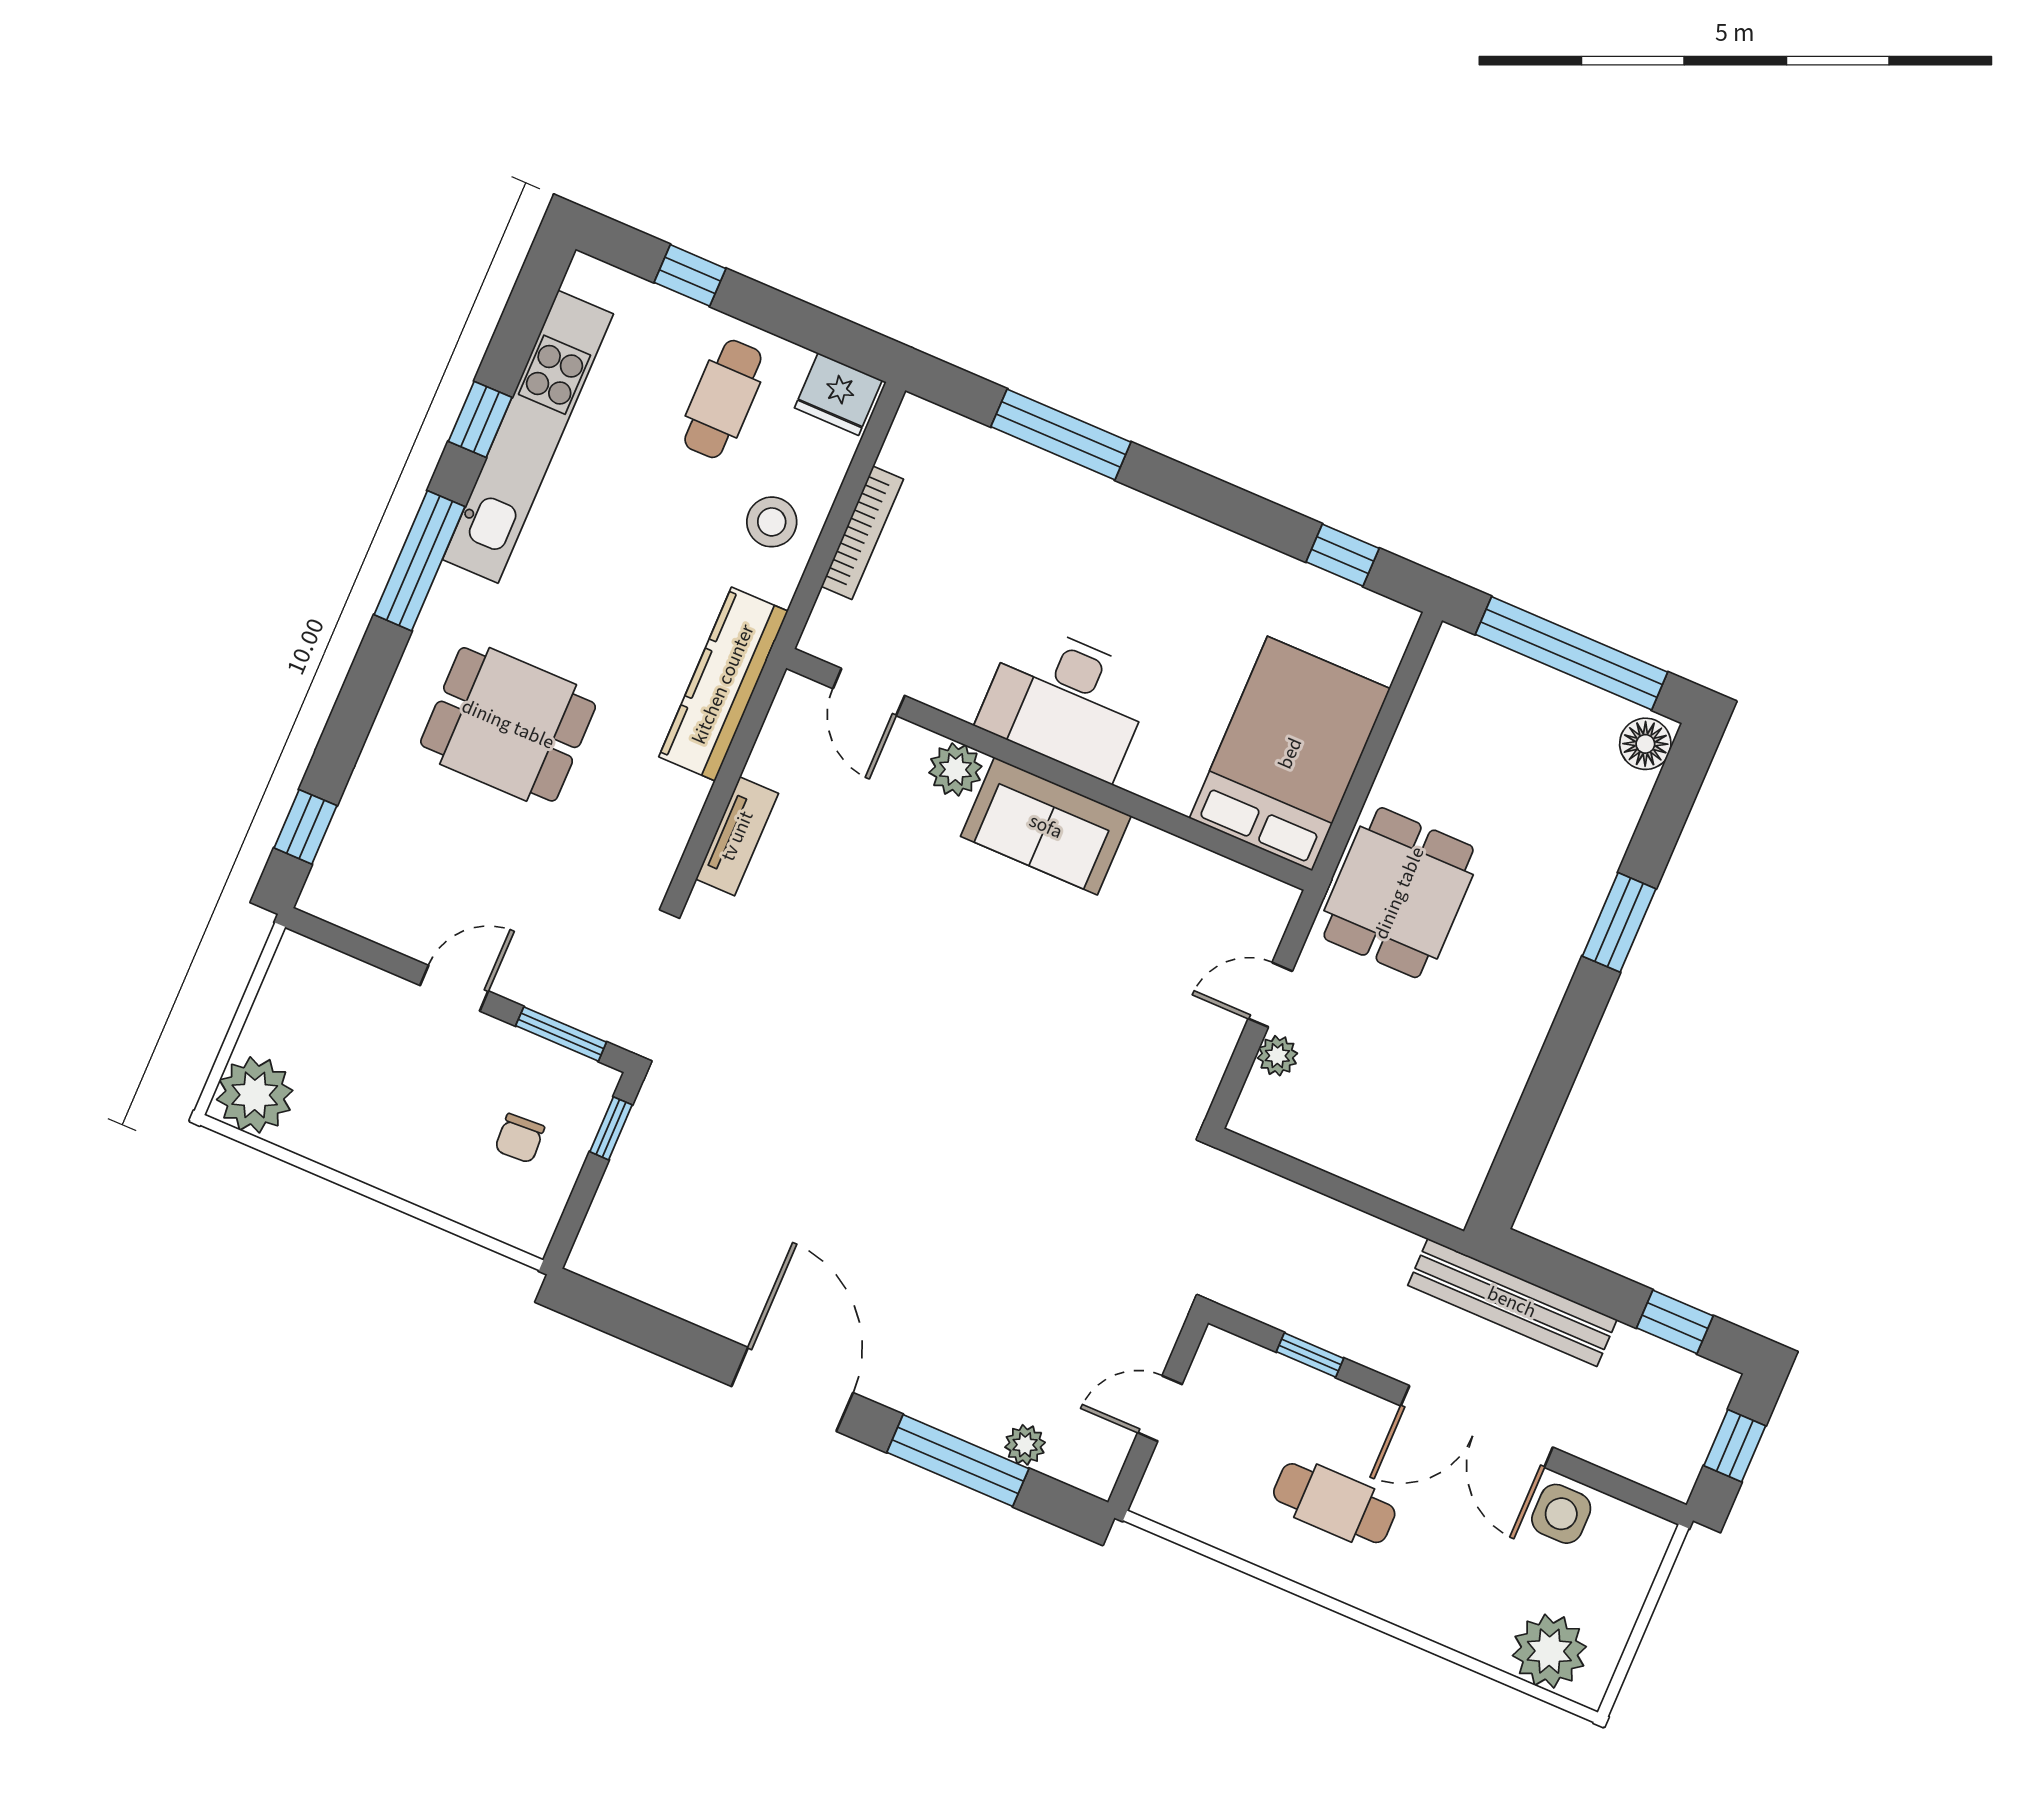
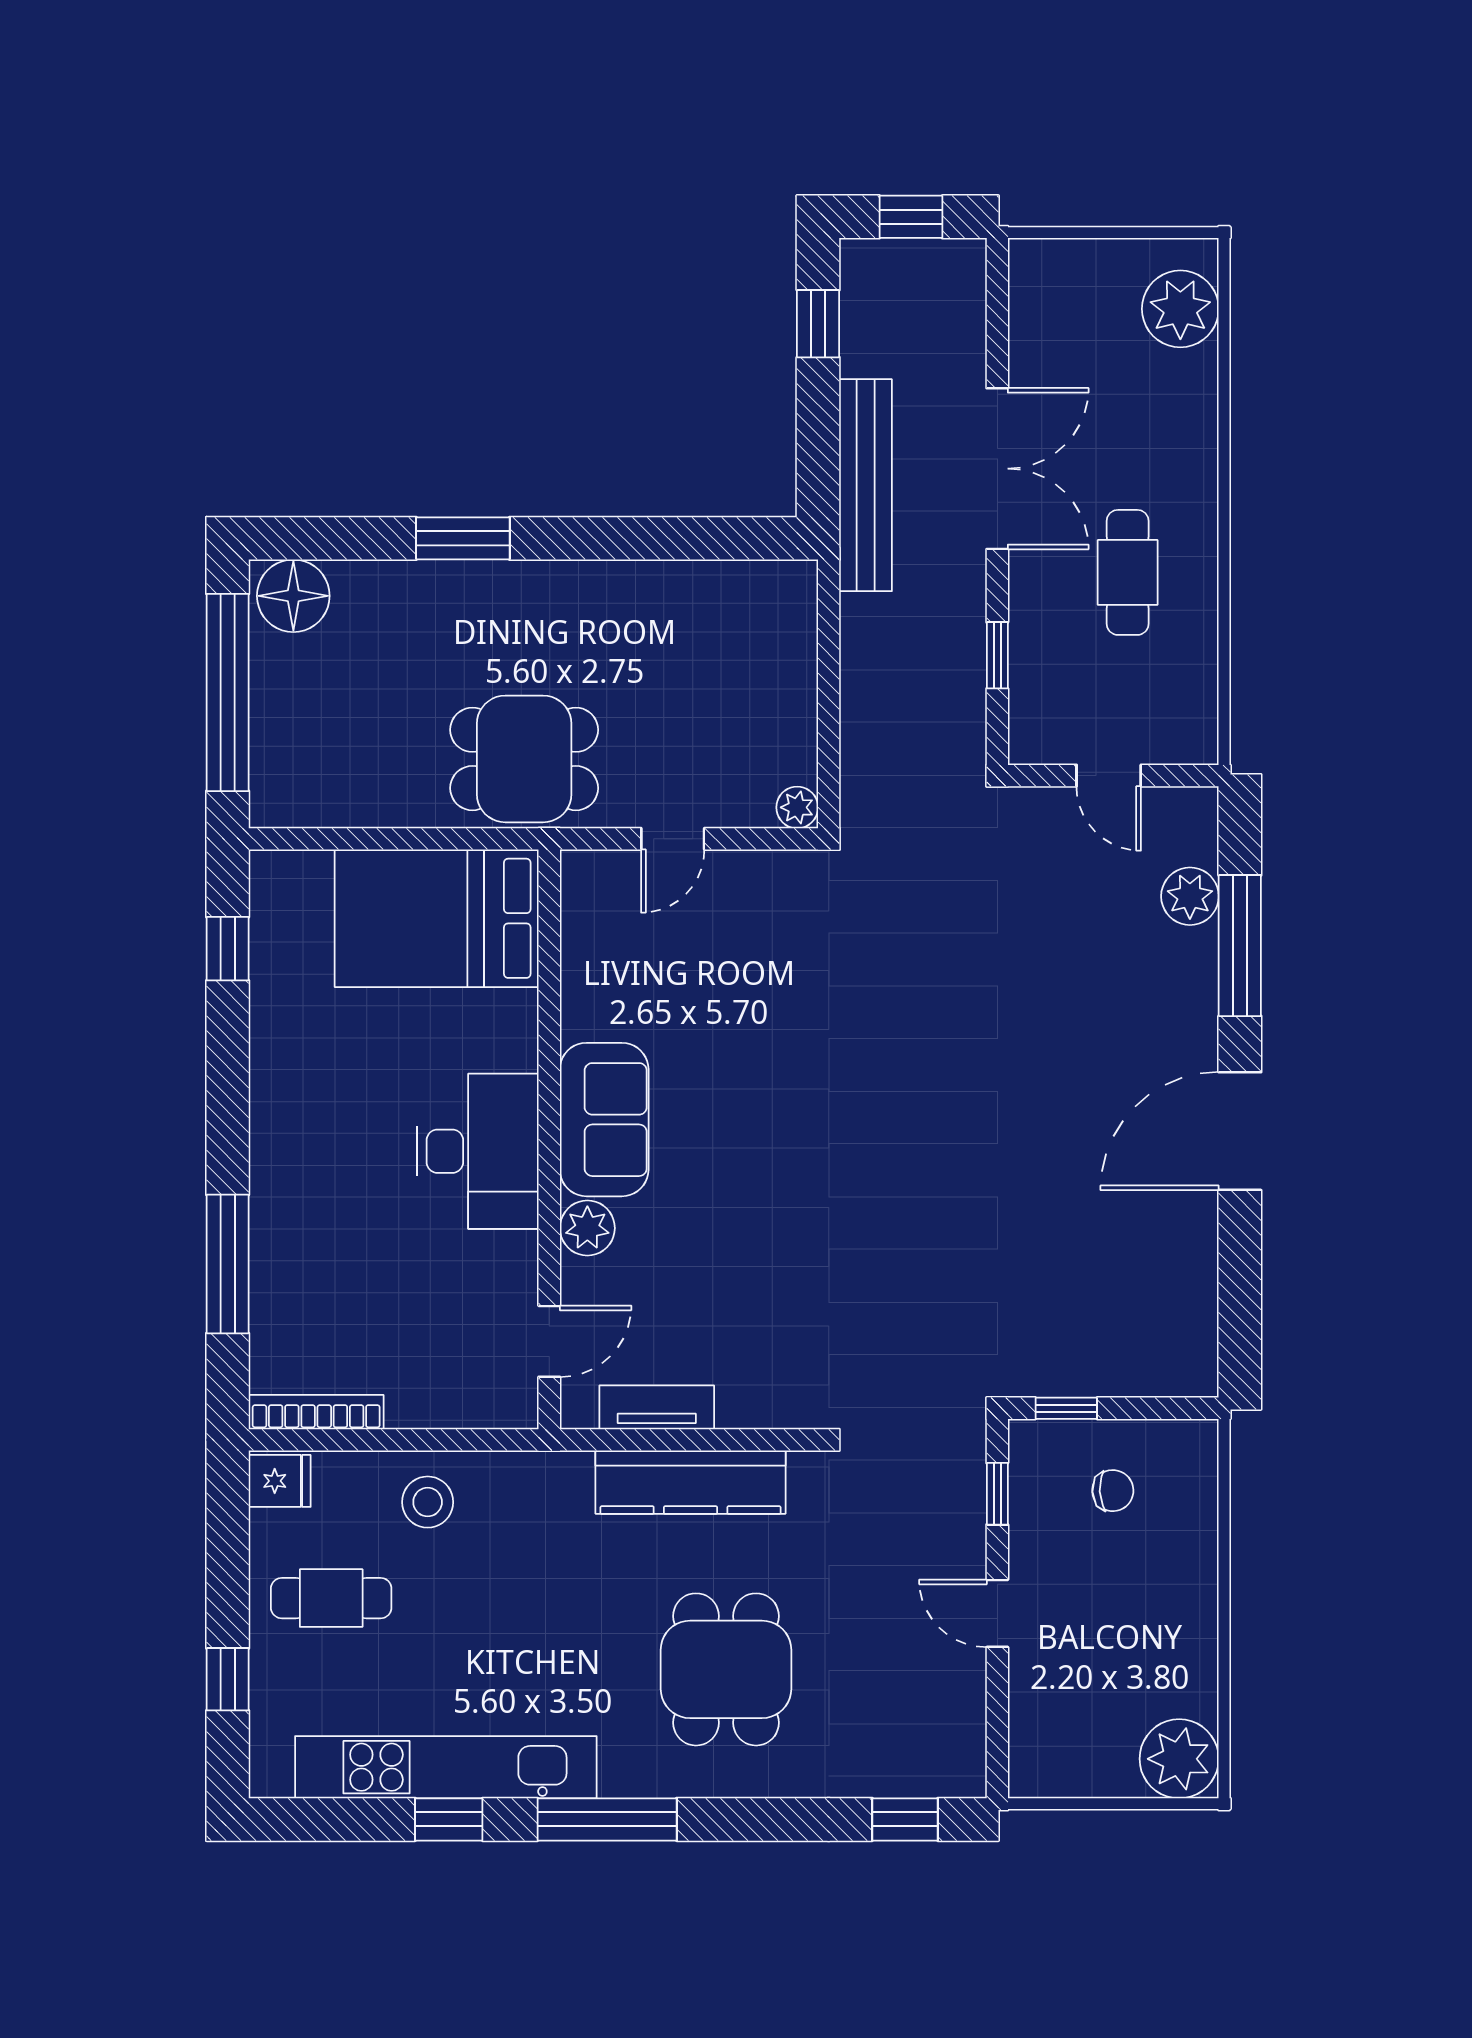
fridge: (838, 394) -> (280, 1481), width x0.72
bookcase: (862, 533) -> (316, 1412), moved
kitchen counter: (723, 684) -> (691, 1482), moved
floor lamp: (1645, 744) -> (293, 596), width x1.38, depth x1.38
tv unit: (737, 836) -> (657, 1407), moved
door: (1270, 995) -> (673, 839), hinge flipped
window: (561, 1034) -> (997, 1494), width x0.67
plant: (1277, 1056) -> (797, 807), moved
plant: (1025, 1445) -> (1190, 896), width x1.38, depth x1.38
side table: (1561, 1514) -> (1046, 353), removed

